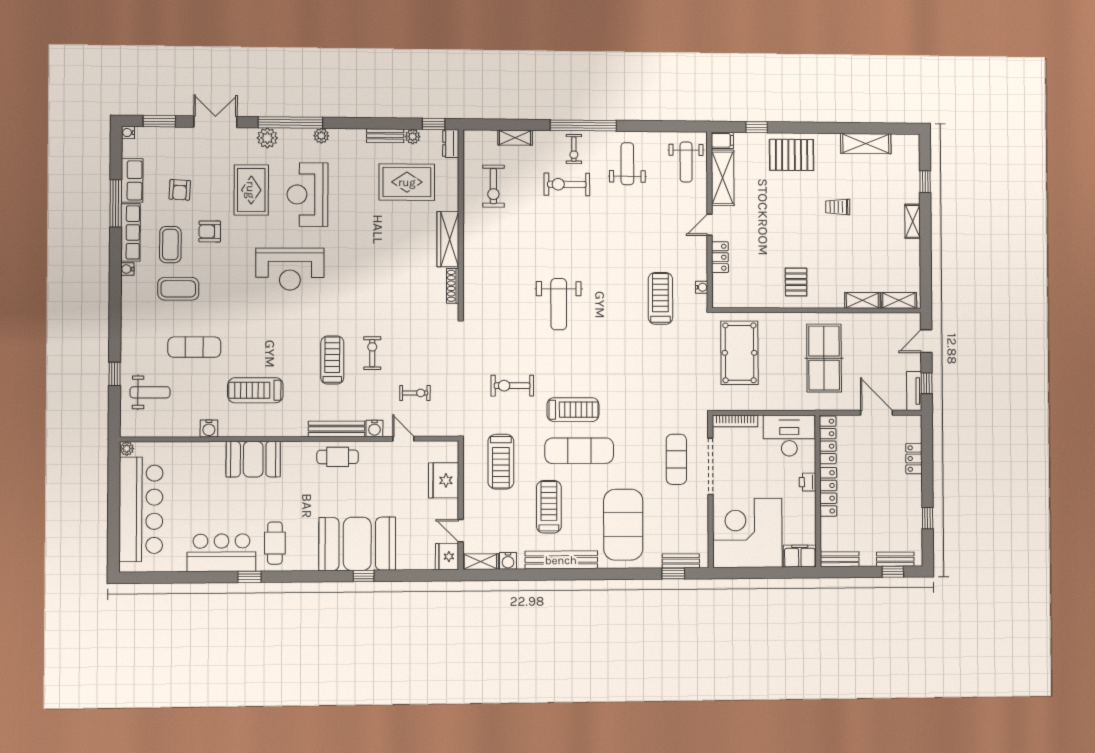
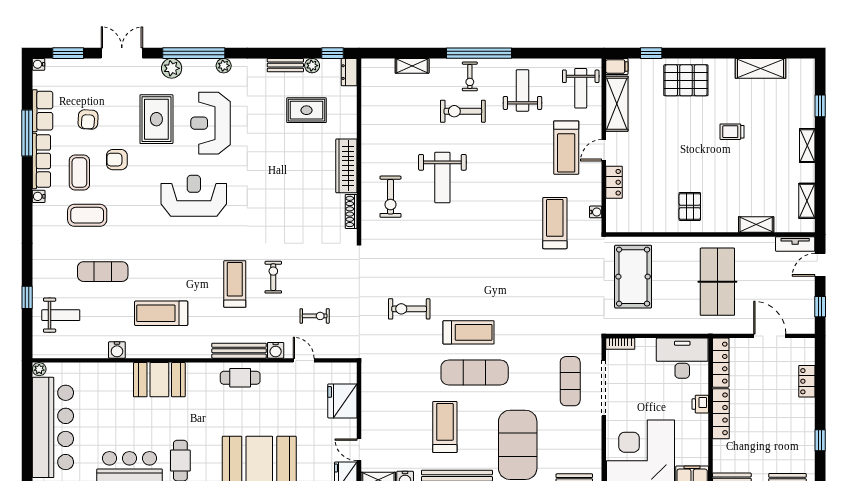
rug: (407, 182) -> (306, 110), width x0.73, depth x0.70
exercise bike: (493, 186) -> (390, 197), moved
reception desk: (290, 269) -> (194, 196), turned 180
shelving: (899, 300) -> (807, 201), moved, turned 90
weight bench: (559, 304) -> (442, 178), moved
tv unit: (914, 391) -> (795, 244), moved, turned -90
bookcase: (735, 421) -> (620, 344), width x0.64
treadmill: (501, 462) -> (566, 148), moved

